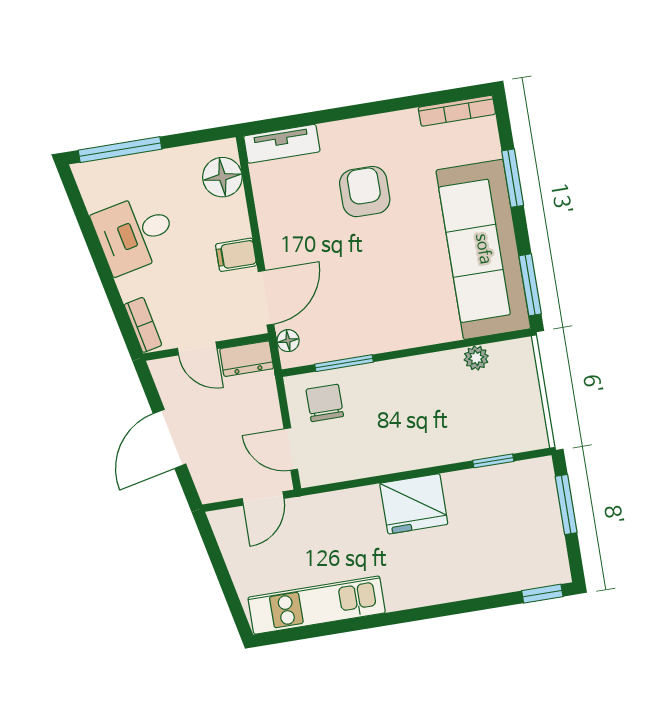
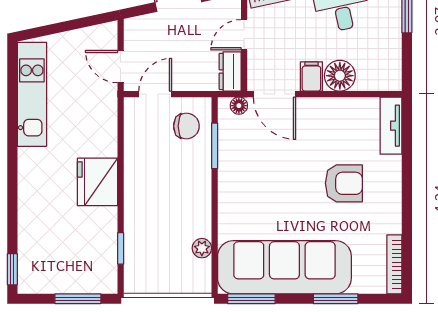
floor lamp: (222, 177) -> (340, 76), moved

